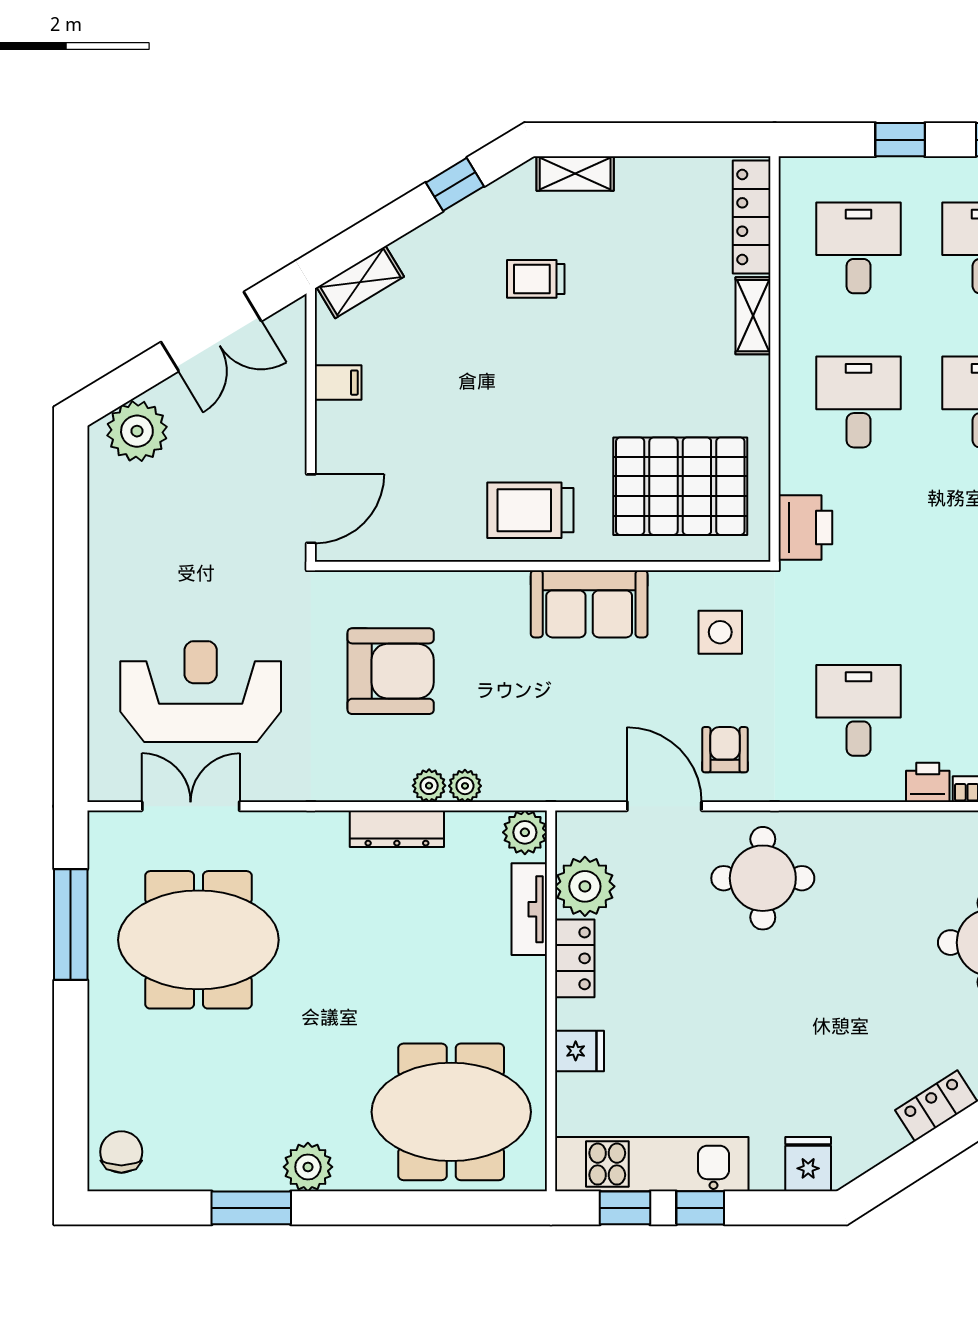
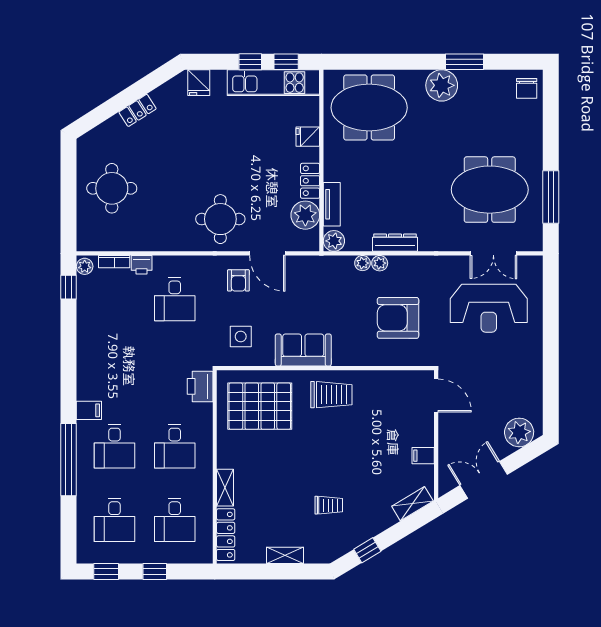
shelving: (575, 174) -> (285, 555), moved
door: (311, 509) -> (436, 395), swing flipped
plant: (308, 1167) -> (442, 85), width x1.36, depth x1.36

